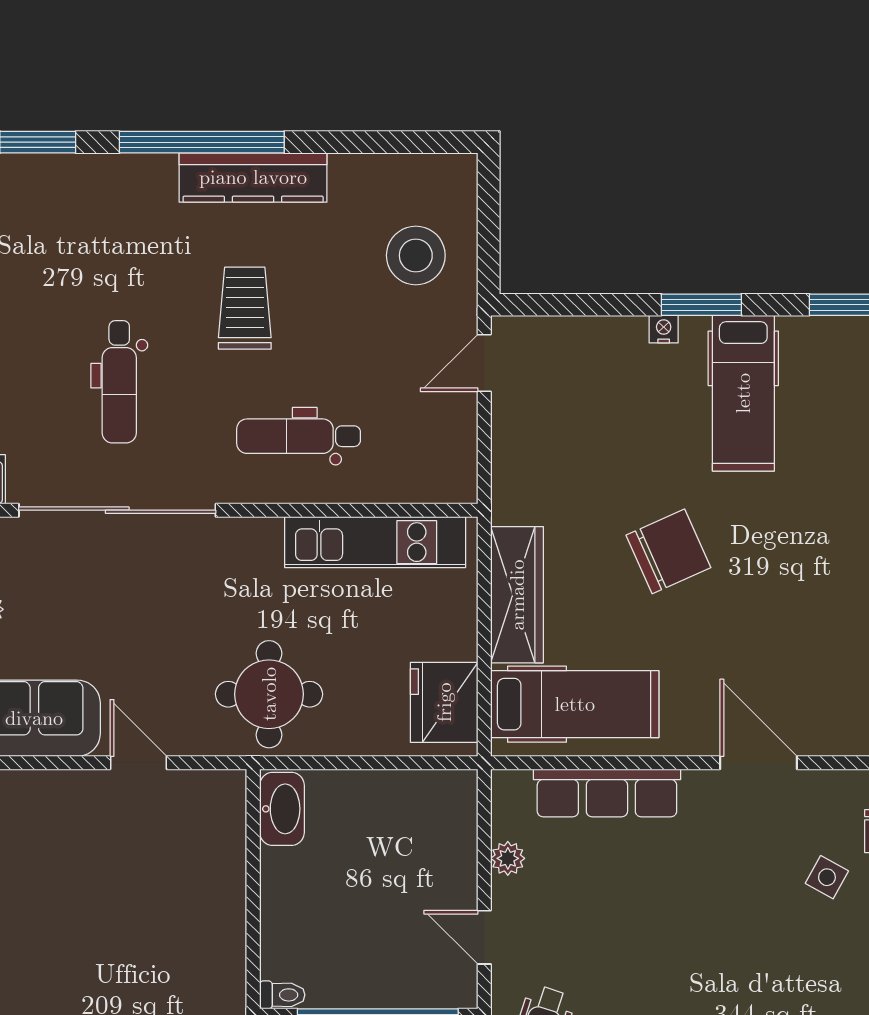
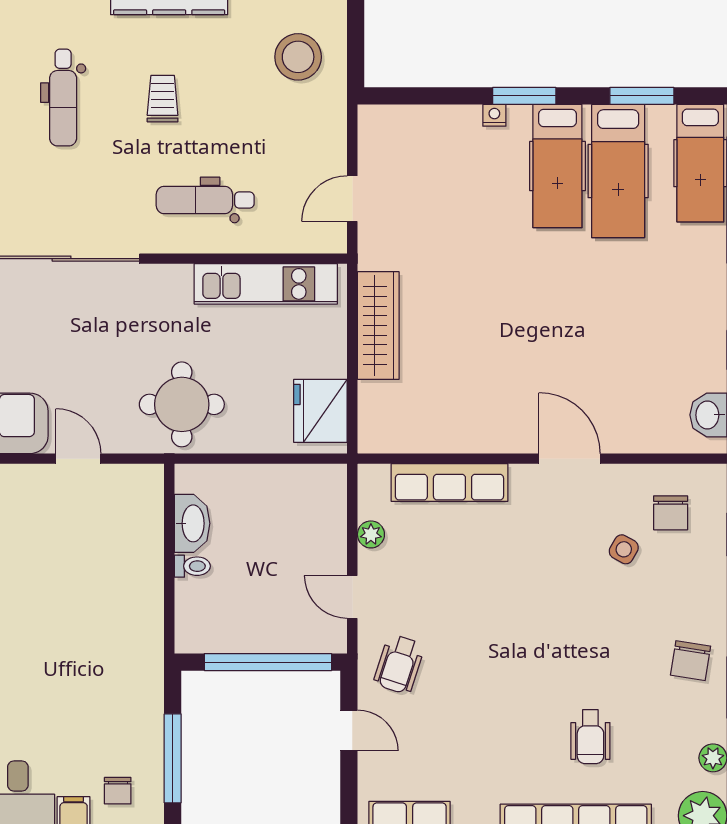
trolley: (245, 308) -> (163, 99), width x0.73, depth x0.72
door: (484, 363) -> (352, 199), moved
dental chair: (119, 382) -> (63, 98), moved
chair: (668, 551) -> (498, 291), removed
hospital bed: (575, 704) -> (618, 171), moved, turned 90
washbasin: (282, 809) -> (192, 523), moved
toilet: (282, 995) -> (192, 566), moved

